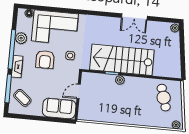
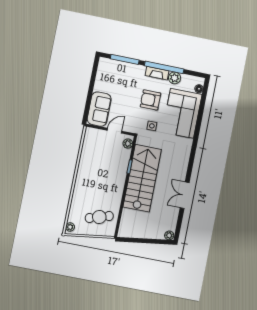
fireplace: (17, 67) -> (157, 73), moved
plant: (120, 80) -> (128, 144), moved
door: (79, 91) -> (115, 131), hinge flipped
coffee table: (22, 98) -> (114, 73), removed

